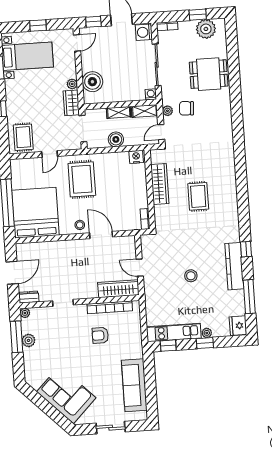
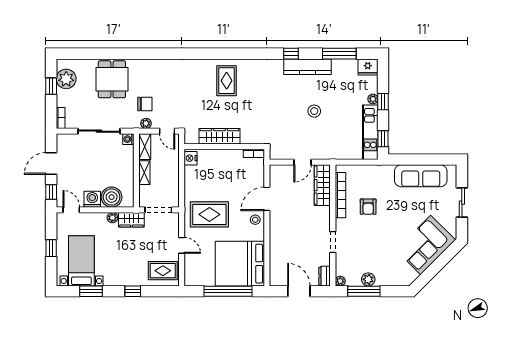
washing machine: (144, 32) -> (92, 199), moved, turned 180
chair: (186, 108) -> (145, 104), turned -94
boiler: (116, 139) -> (171, 177), removed
rug: (198, 196) -> (227, 81), moved, turned 90

